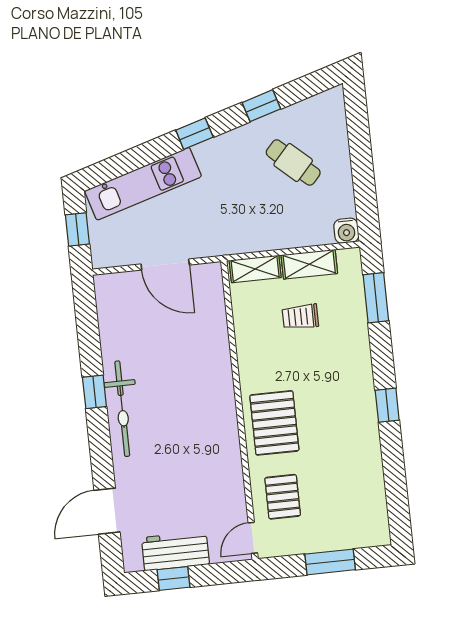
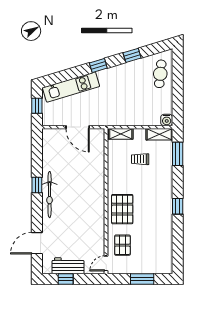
cafe table: (293, 163) -> (160, 74), moved, turned 54
shelving: (309, 264) -> (159, 134), moved

